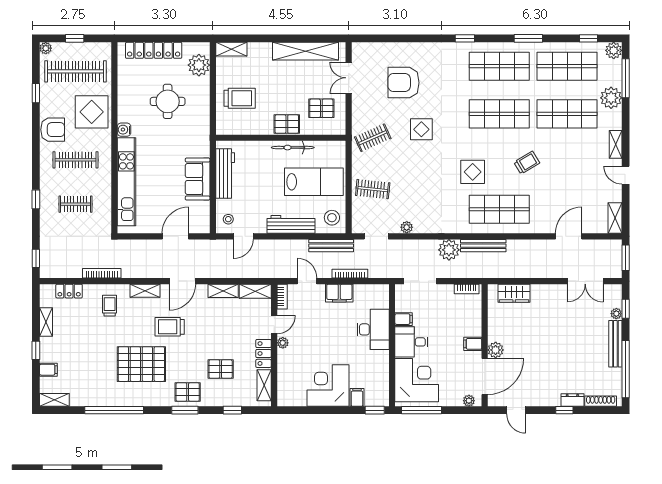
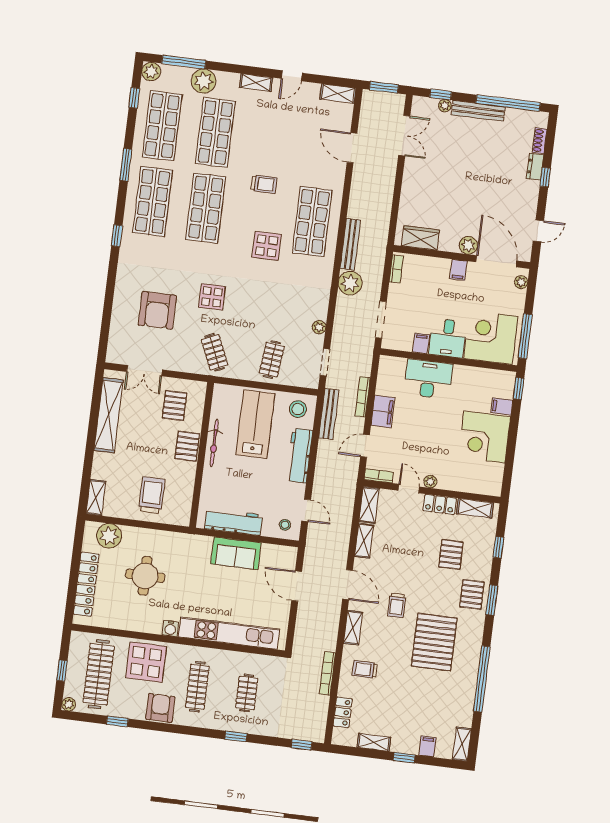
trolley: (527, 163) -> (264, 184), turned 121
wardrobe: (514, 293) -> (421, 238), moved, turned -90
trolley: (170, 327) -> (397, 605), width x0.73, depth x0.72
shoe rack: (601, 401) -> (540, 141), width x0.70

